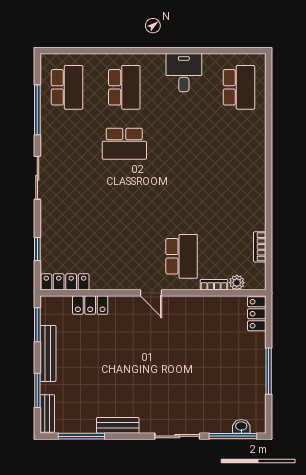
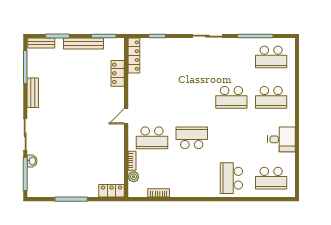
school desk: (124, 144) -> (231, 97), turned -90
school desk: (239, 144) -> (231, 178), added
school desk: (182, 200) -> (192, 138), added
washbasin: (241, 426) -> (32, 161), moved

